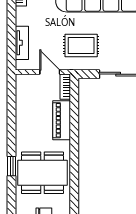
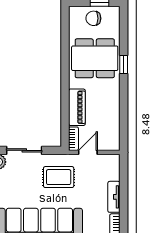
tv unit: (22, 43) -> (114, 197), moved
door: (50, 72) -> (88, 152), swing flipped

